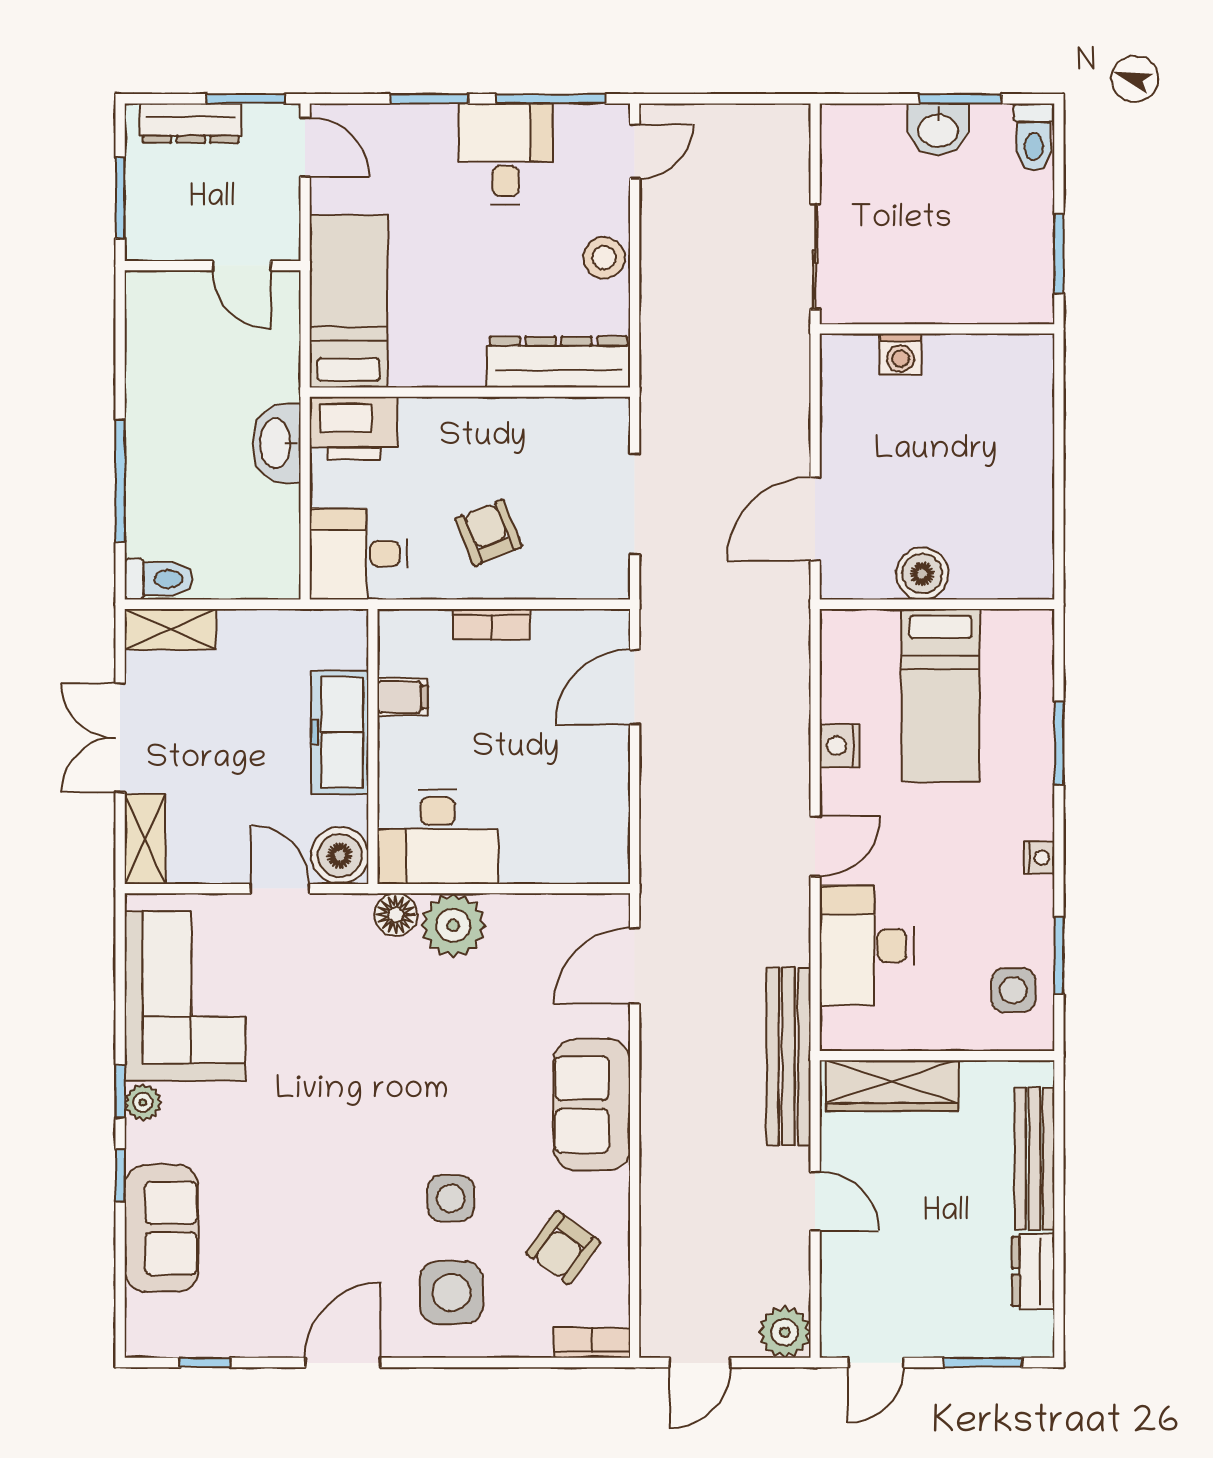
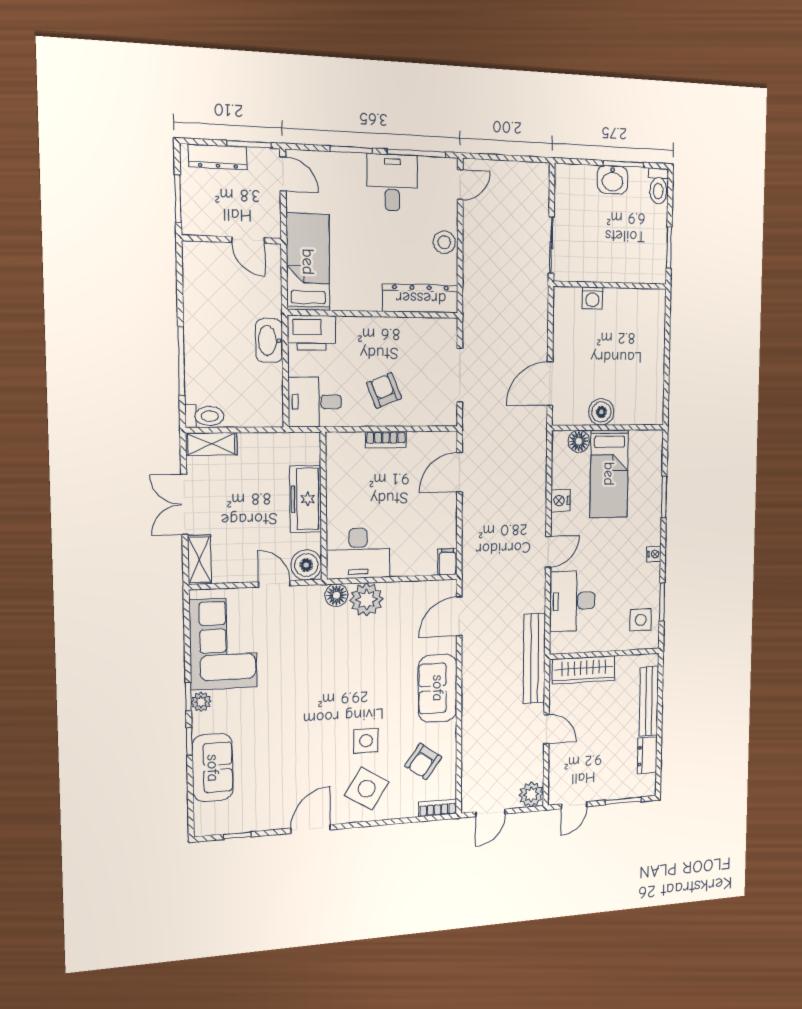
floor lamp: (876, 631) -> (579, 441), added
filing cabinet: (403, 697) -> (447, 562), moved, turned -90
side table: (451, 1293) -> (367, 789), turned 32

